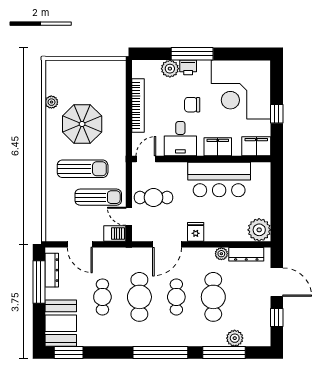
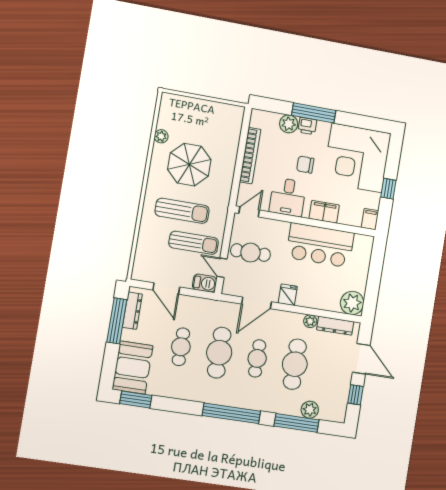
filing cabinet: (256, 146) -> (370, 219), width x0.50

